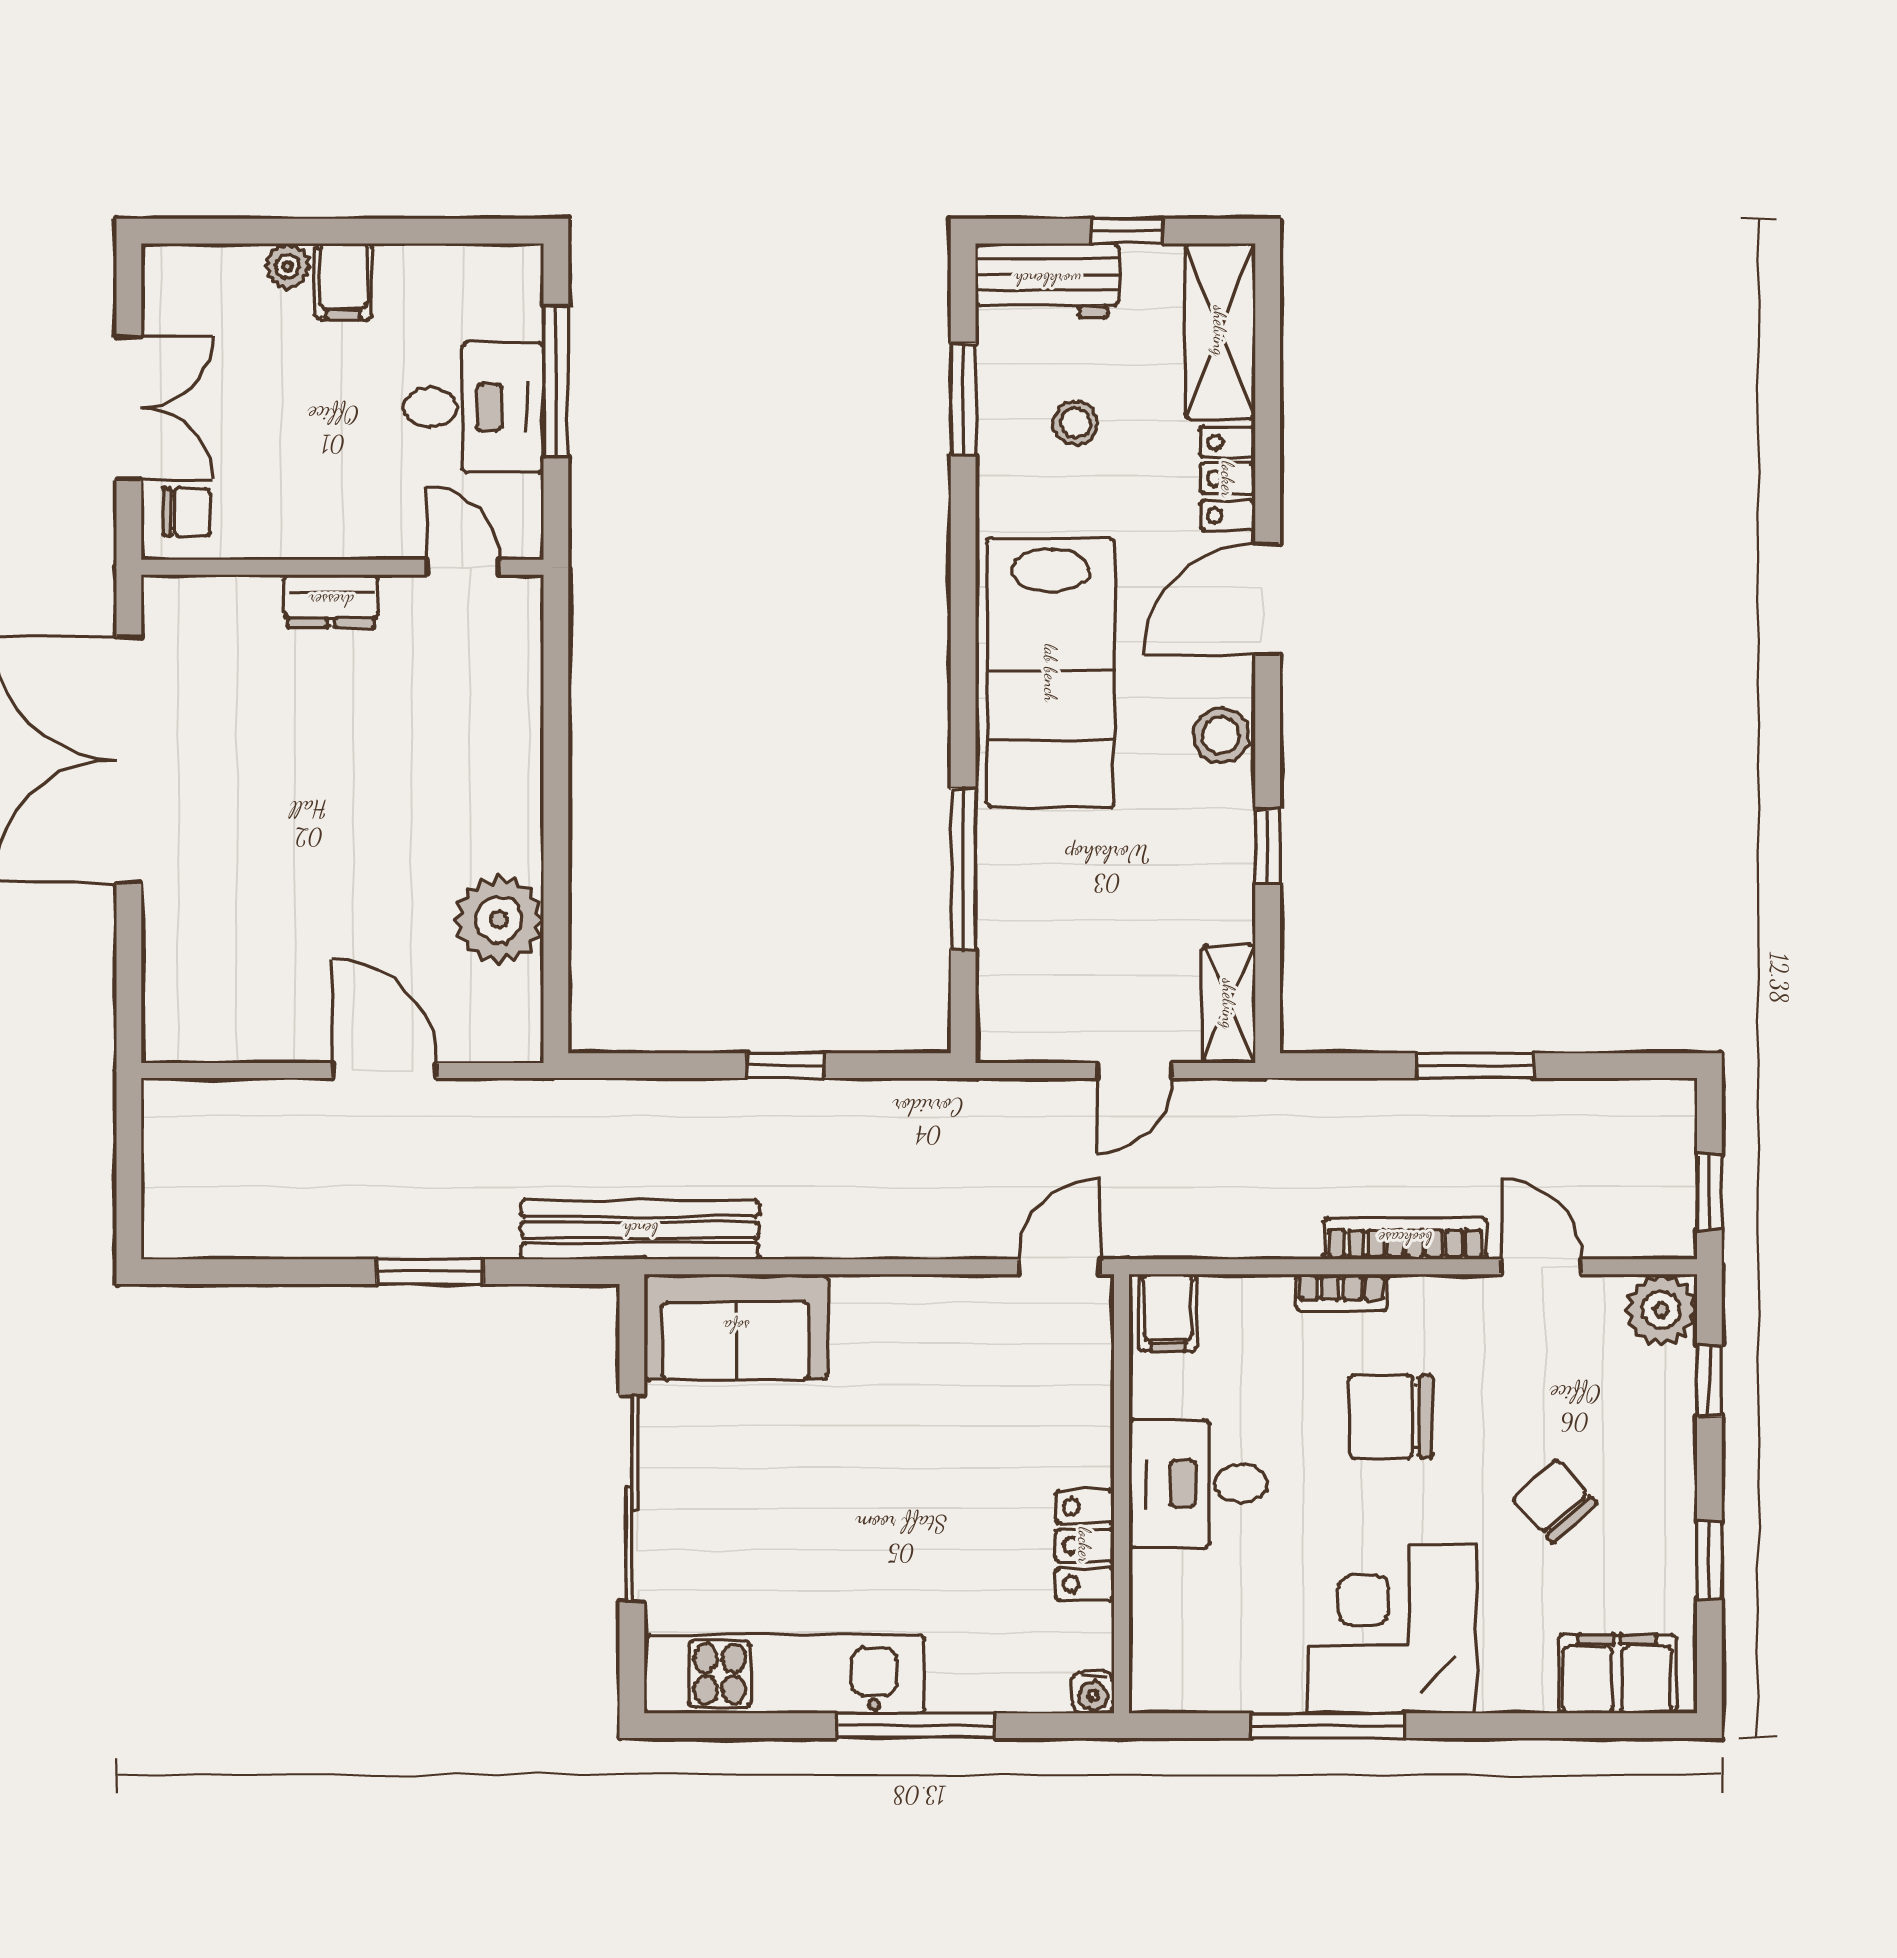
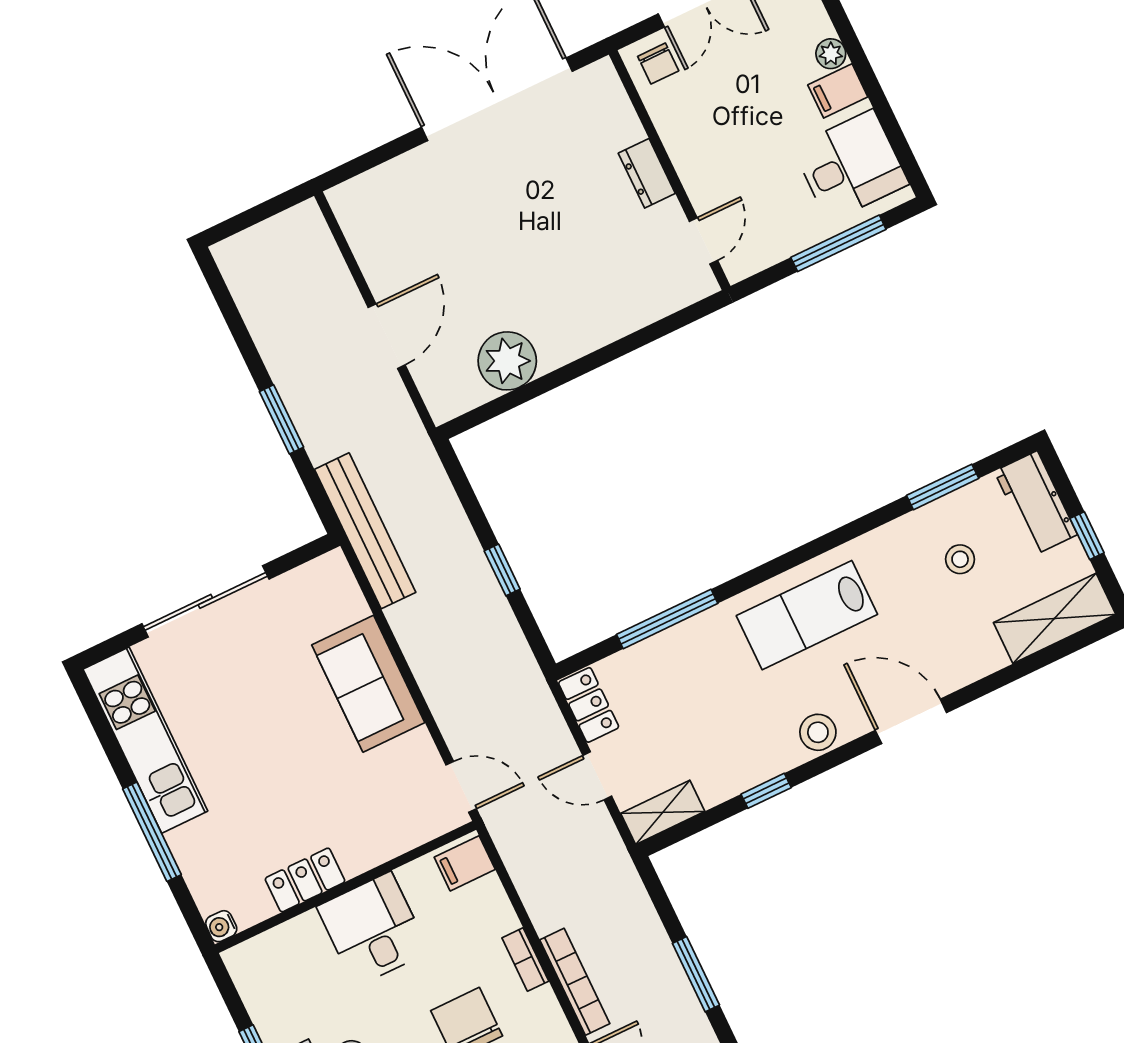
desk: (474, 407) -> (851, 166), moved, turned -90
locker: (1228, 479) -> (589, 705), moved, turned 90
lab bench: (1051, 673) -> (807, 615), width x0.73, depth x0.72
sofa: (736, 1327) -> (368, 684), moved

